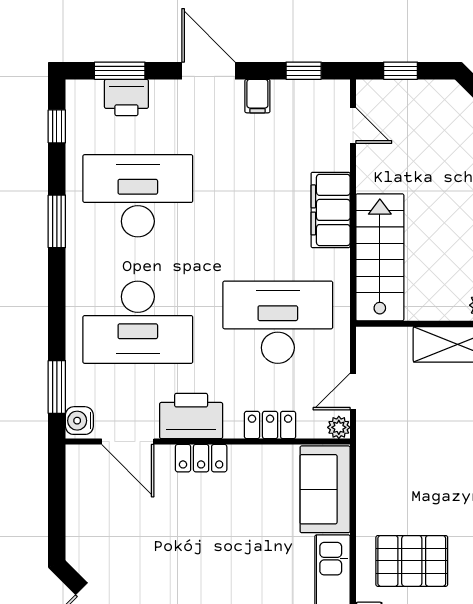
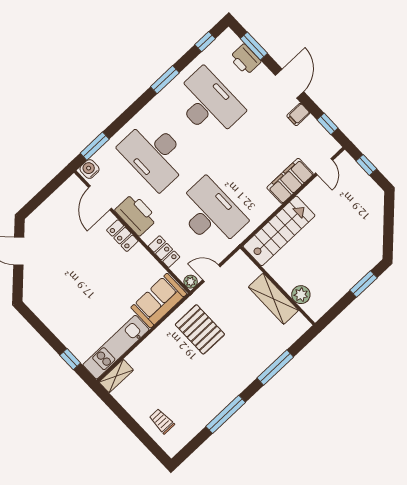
filing cabinet: (331, 210) -> (290, 181), moved
pallet: (412, 561) -> (200, 329), moved

